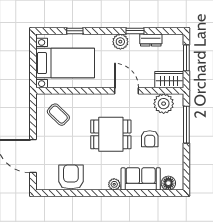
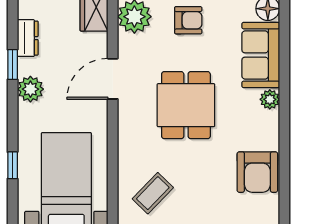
armchair: (150, 139) -> (188, 20), moved
armchair: (71, 177) -> (257, 172), turned -90

